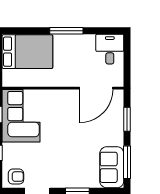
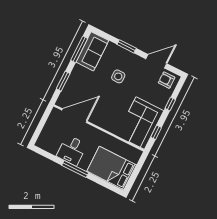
desk: (110, 49) -> (72, 150), moved
side table: (70, 154) -> (118, 76), added

